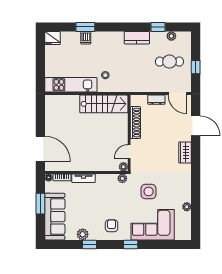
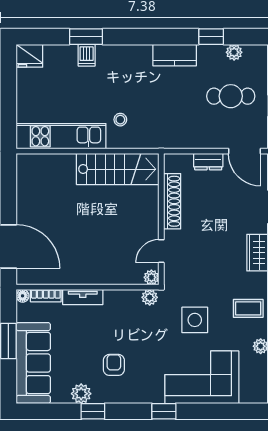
coffee table: (180, 185) -> (248, 308), added
armchair: (112, 226) -> (114, 365), moved

